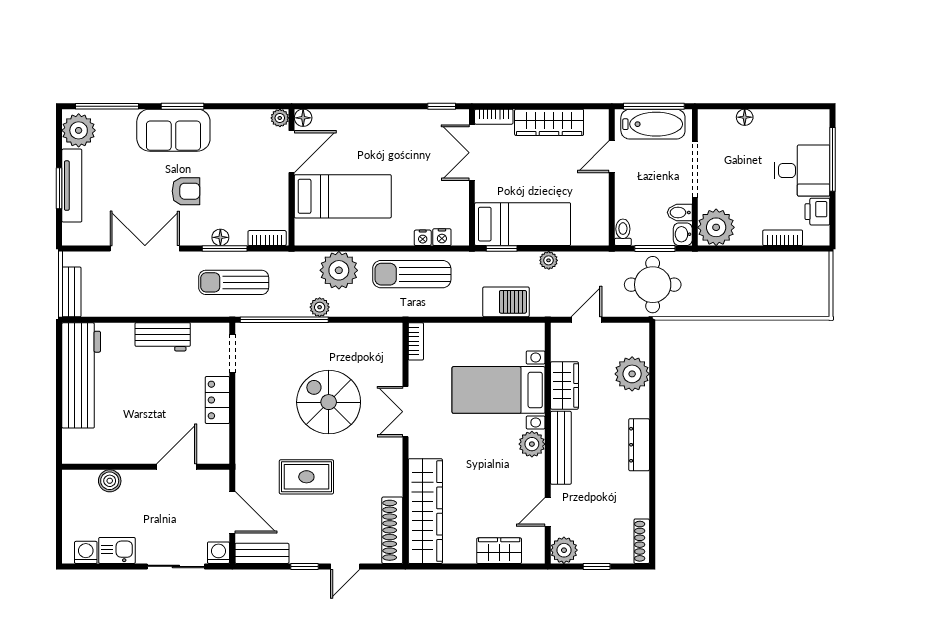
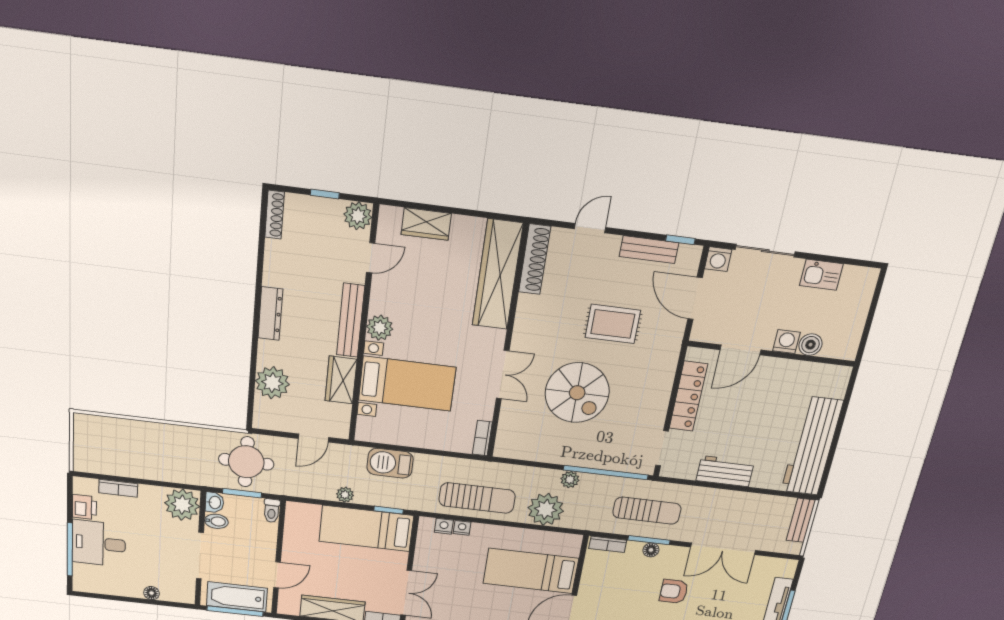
locker: (217, 400) -> (688, 396), width x1.53
washing machine: (86, 552) -> (786, 342), moved, turned 180
bench: (262, 553) -> (649, 250), moved
window: (304, 566) -> (680, 240), moved

